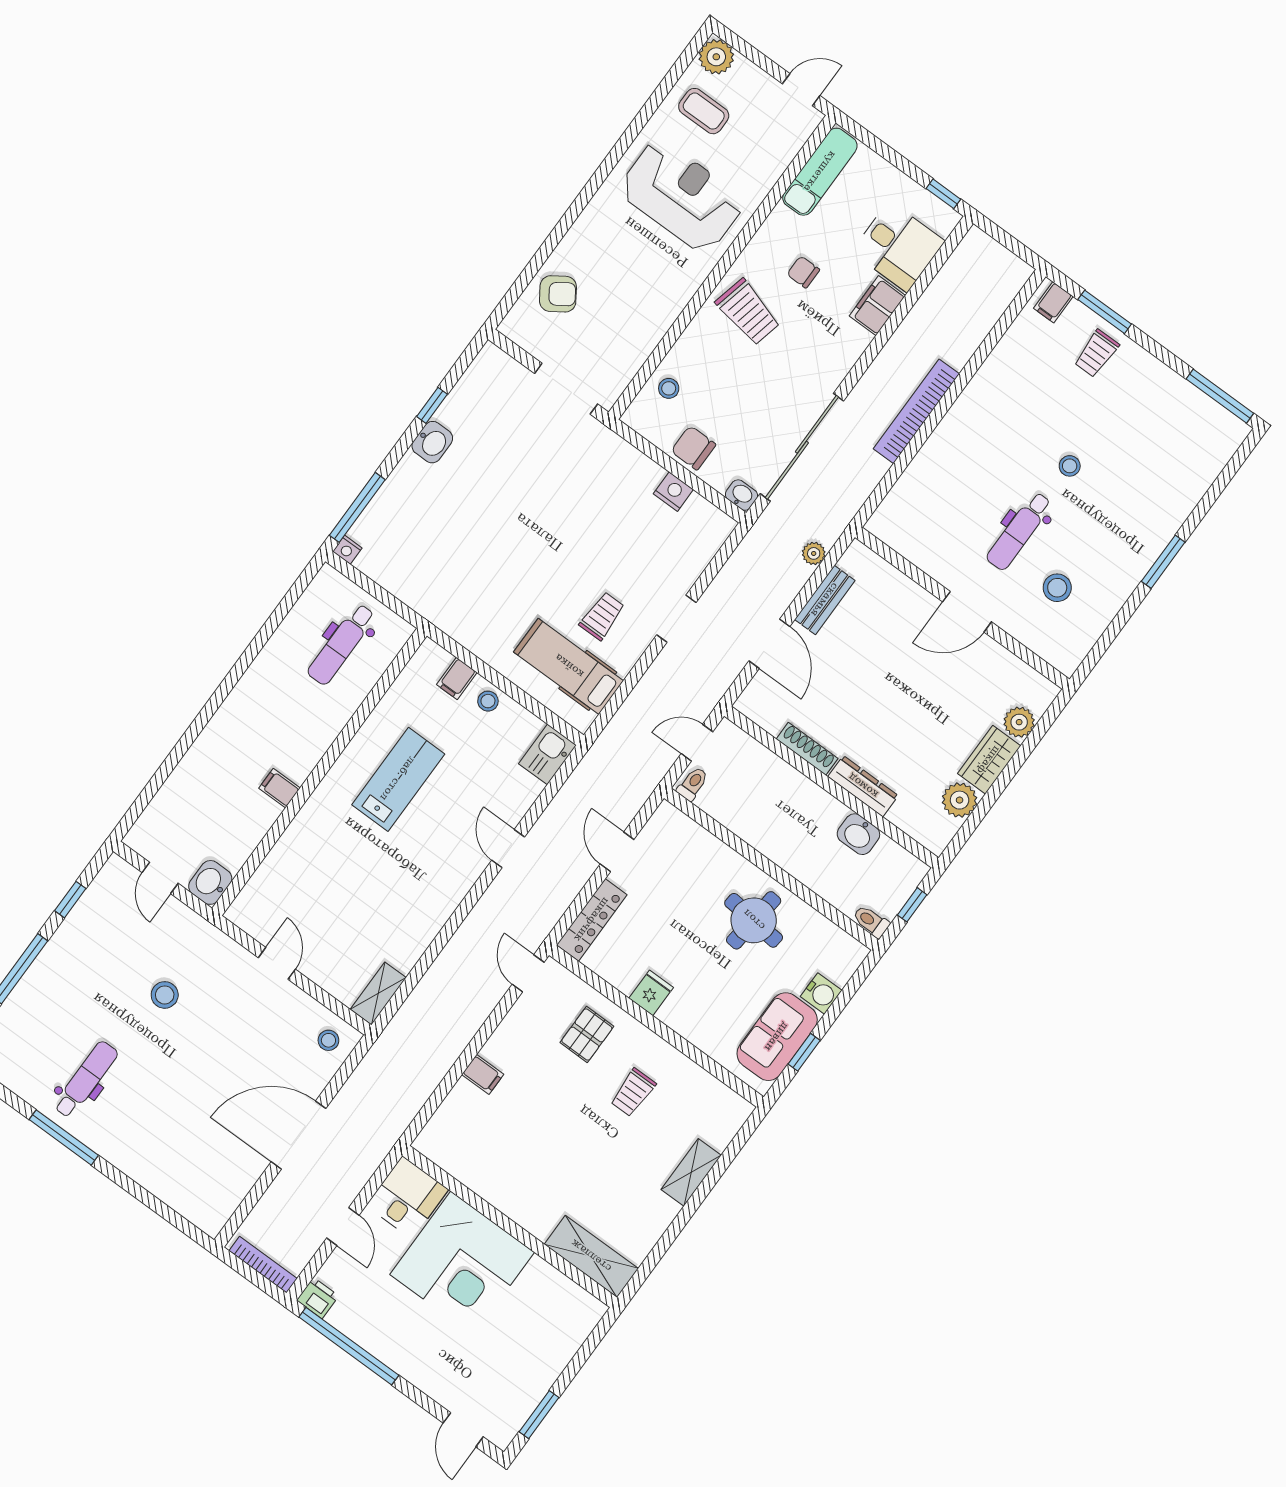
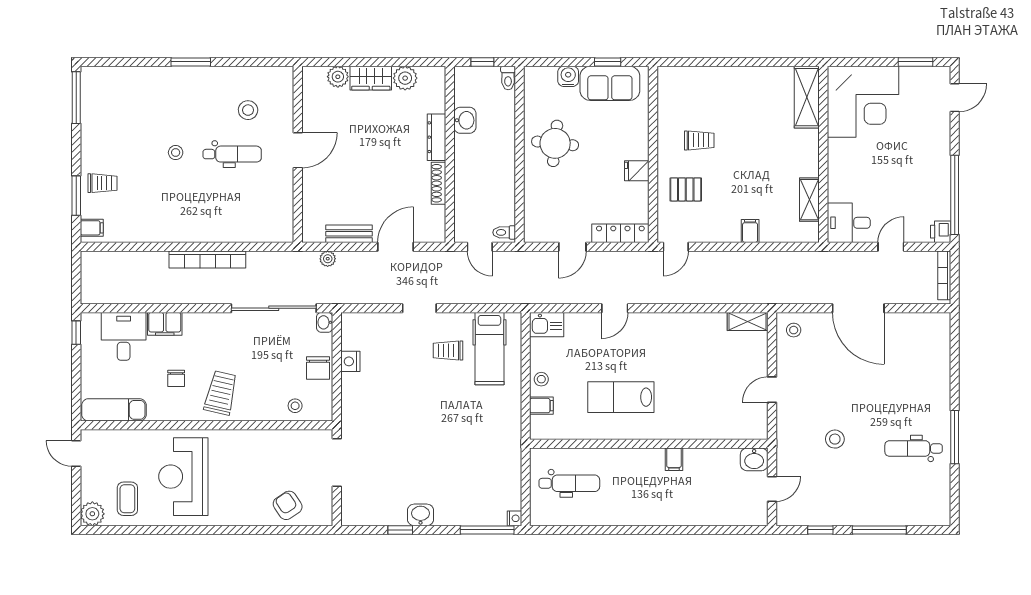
door: (967, 612) -> (298, 150), hinge flipped
shelving: (691, 1172) -> (809, 200), moved, turned 90
corner desk: (462, 1263) -> (863, 102), moved, turned 90

